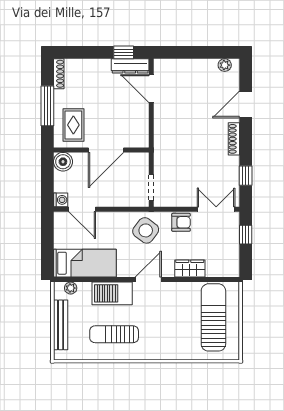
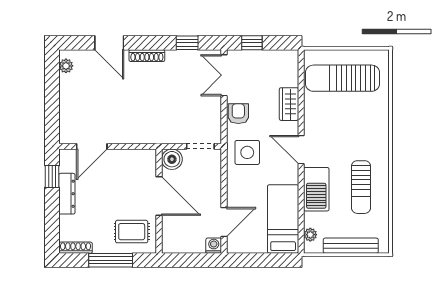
dresser: (130, 66) -> (67, 194), moved
boiler: (63, 162) -> (172, 159), moved
side table: (146, 230) -> (247, 152), turned -37

